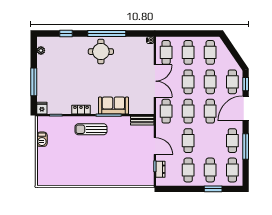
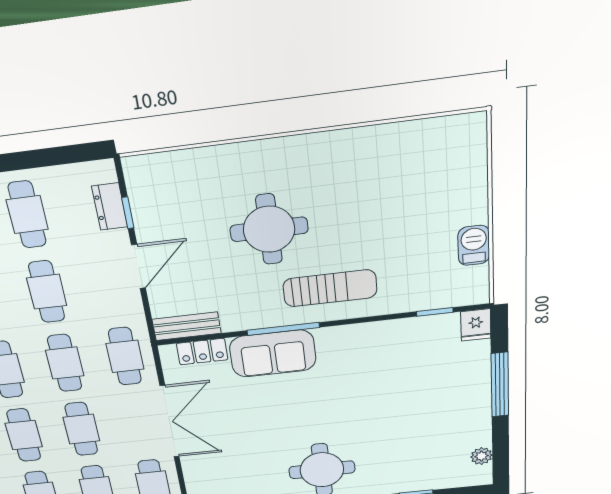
double door: (155, 81) -> (170, 422), swing flipped
locker: (81, 110) -> (202, 352), moved
door: (155, 146) -> (139, 267), swing flipped
round table: (109, 154) -> (269, 229), added

